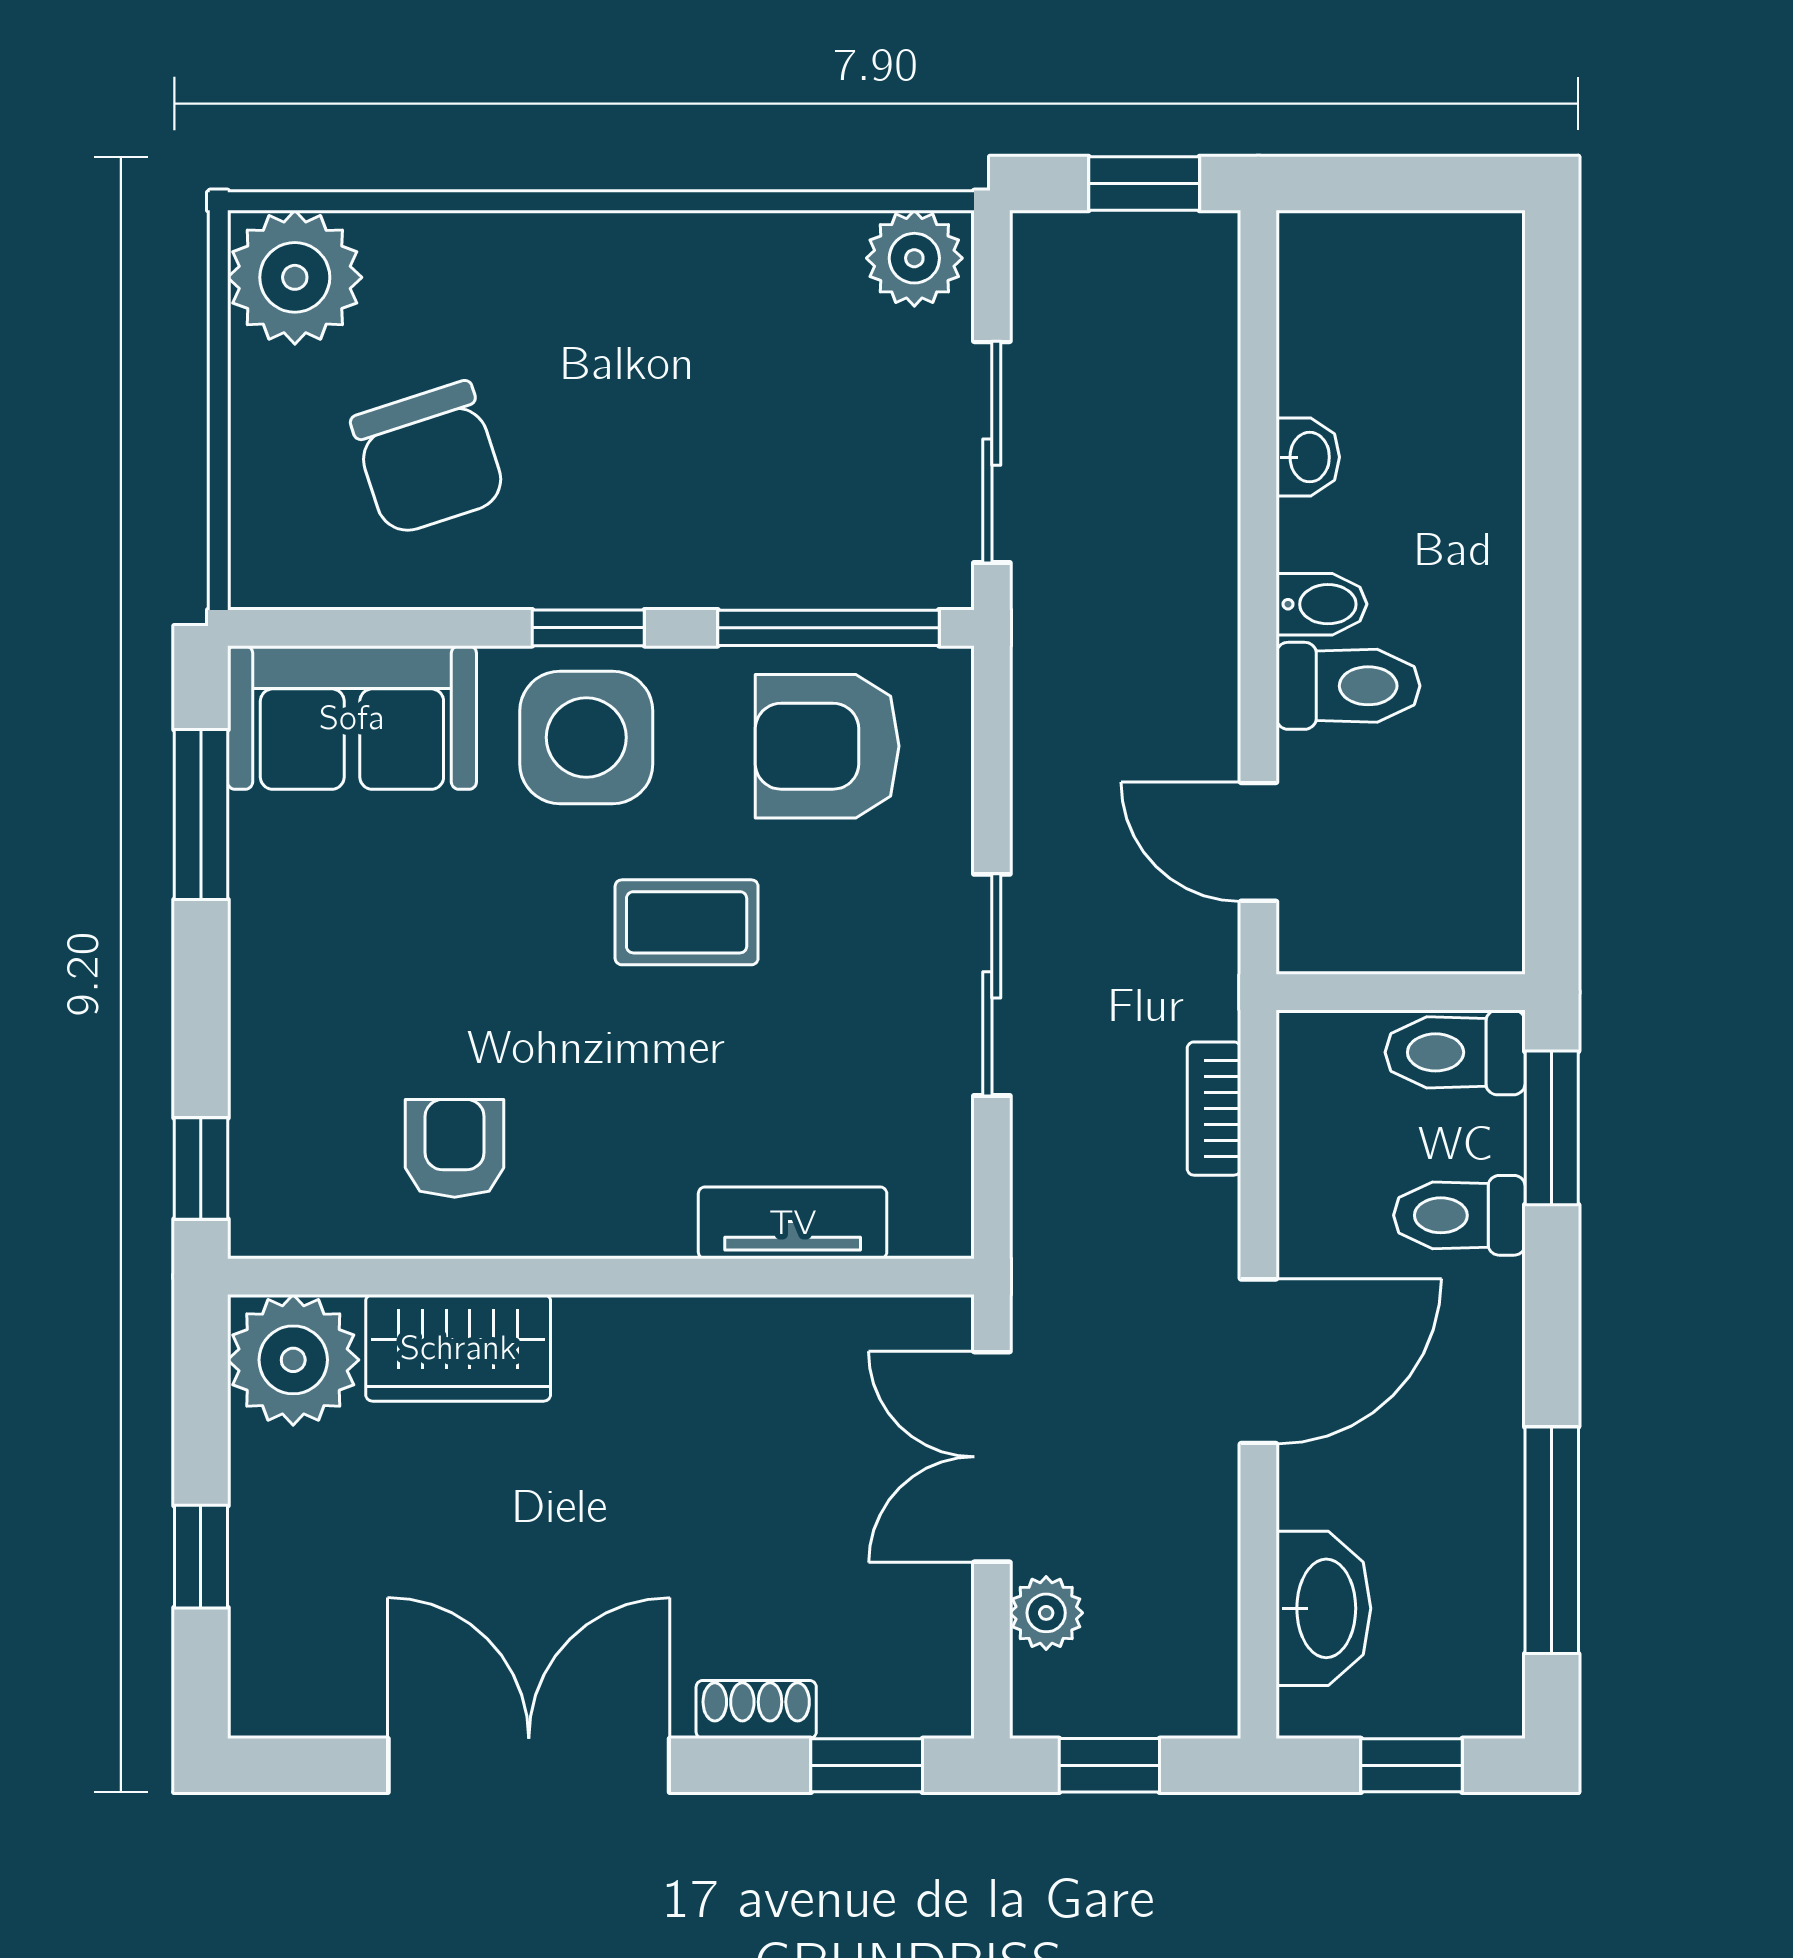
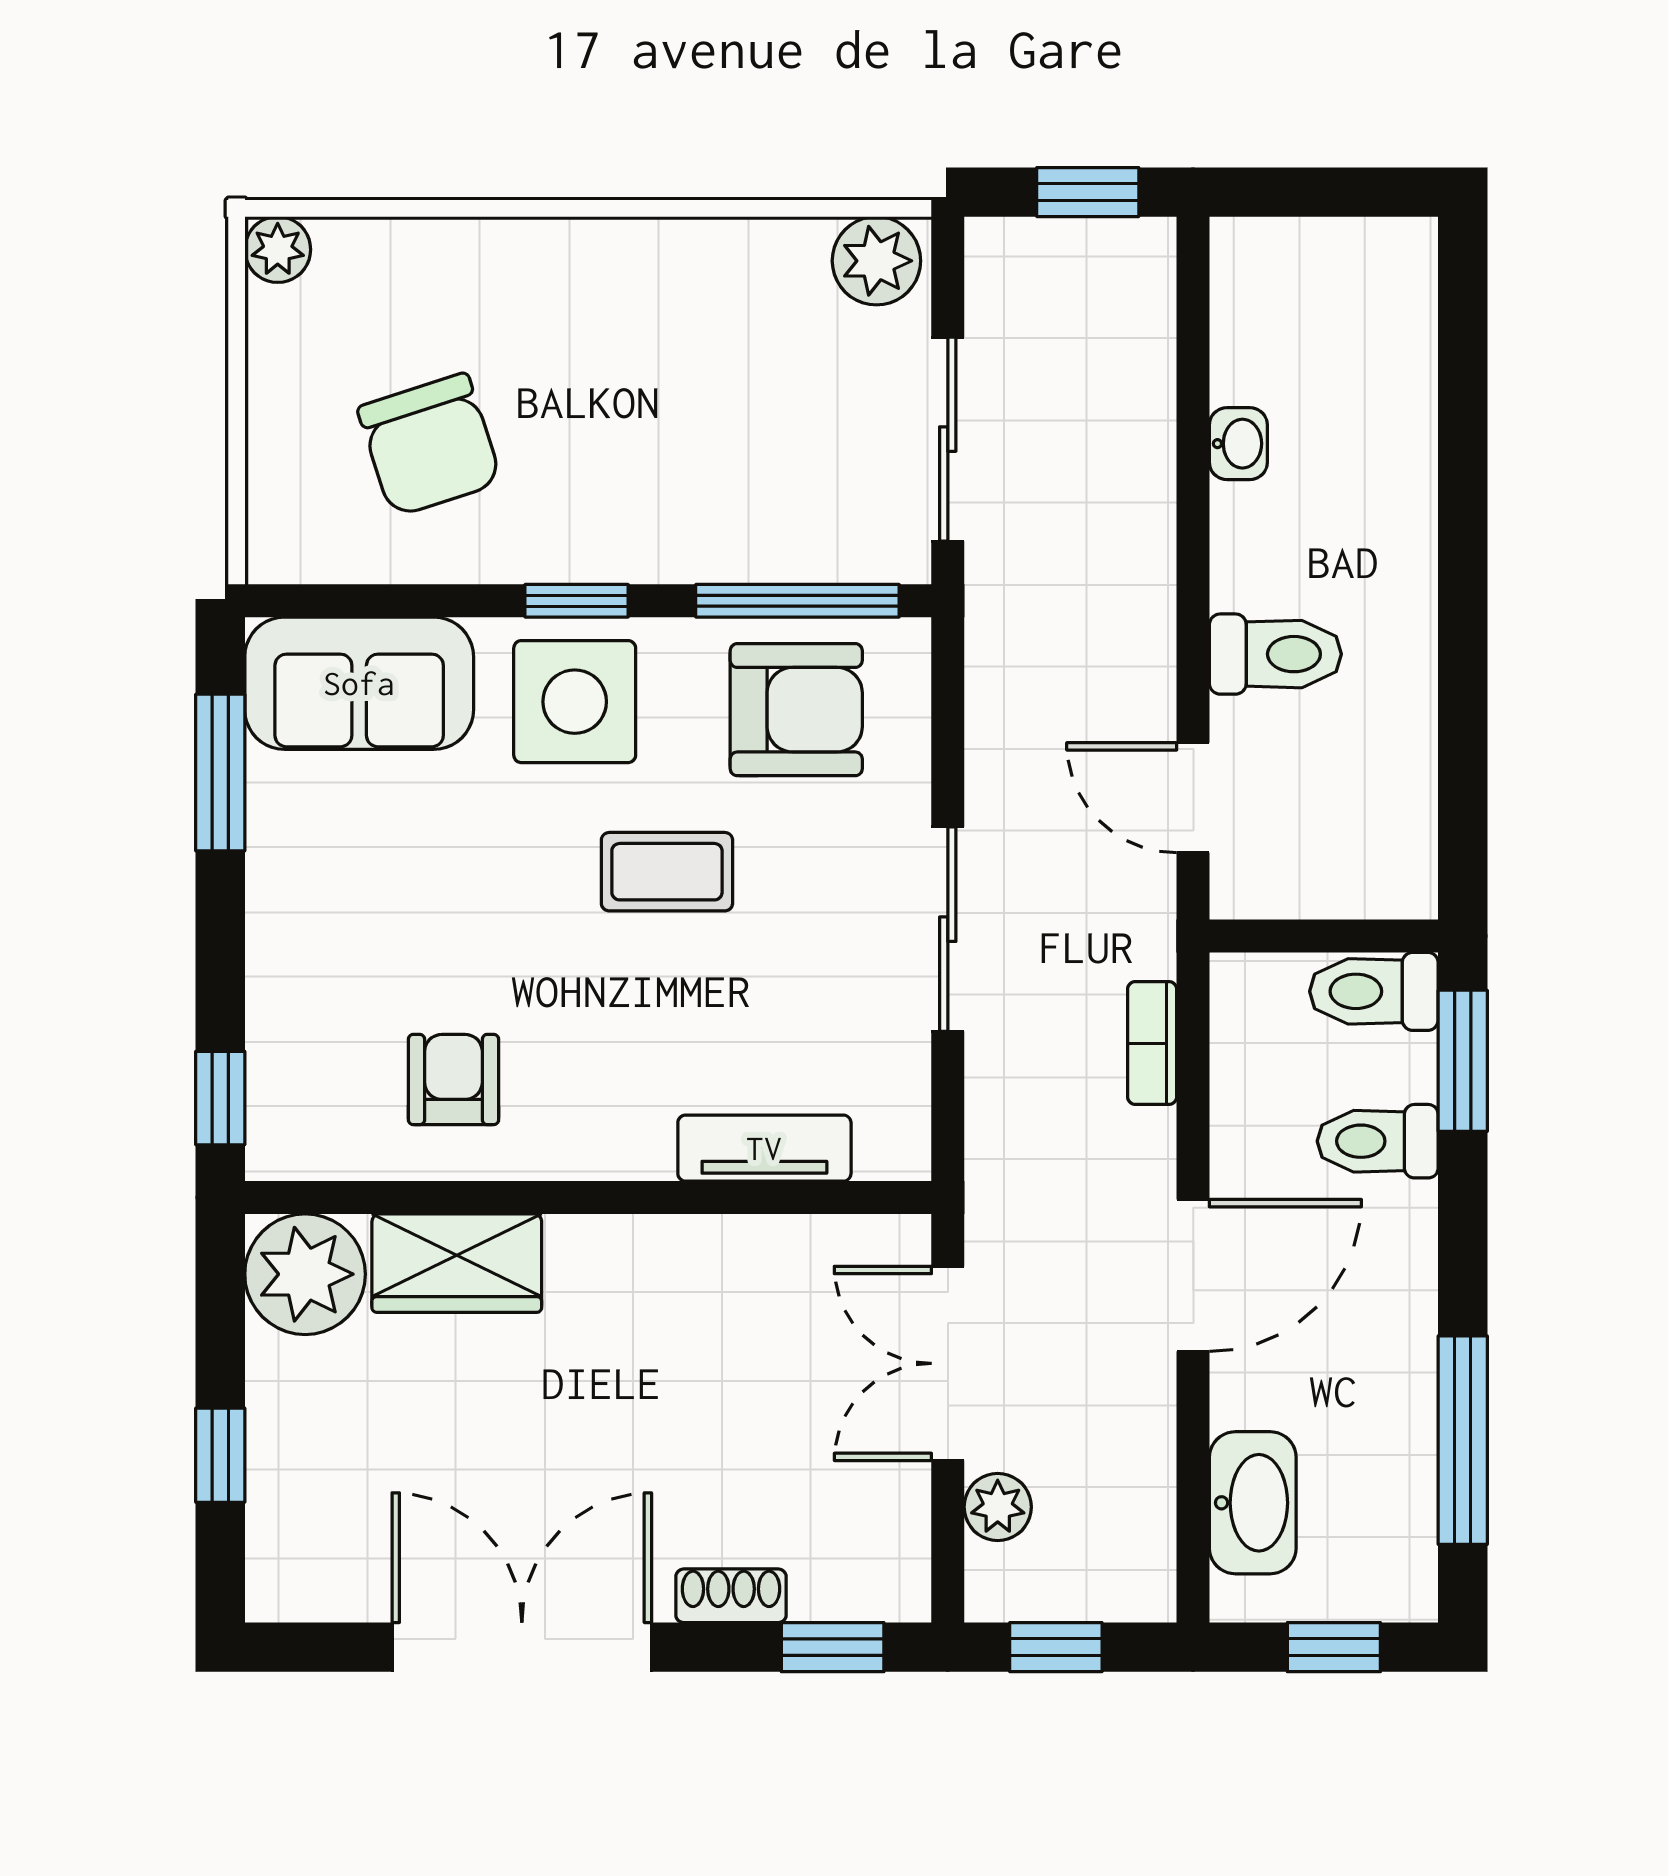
plant: (295, 277) -> (278, 250), width x0.53, depth x0.53
bidet: (1322, 604) -> (1251, 579), removed
armchair: (827, 746) -> (796, 710), turned 180

